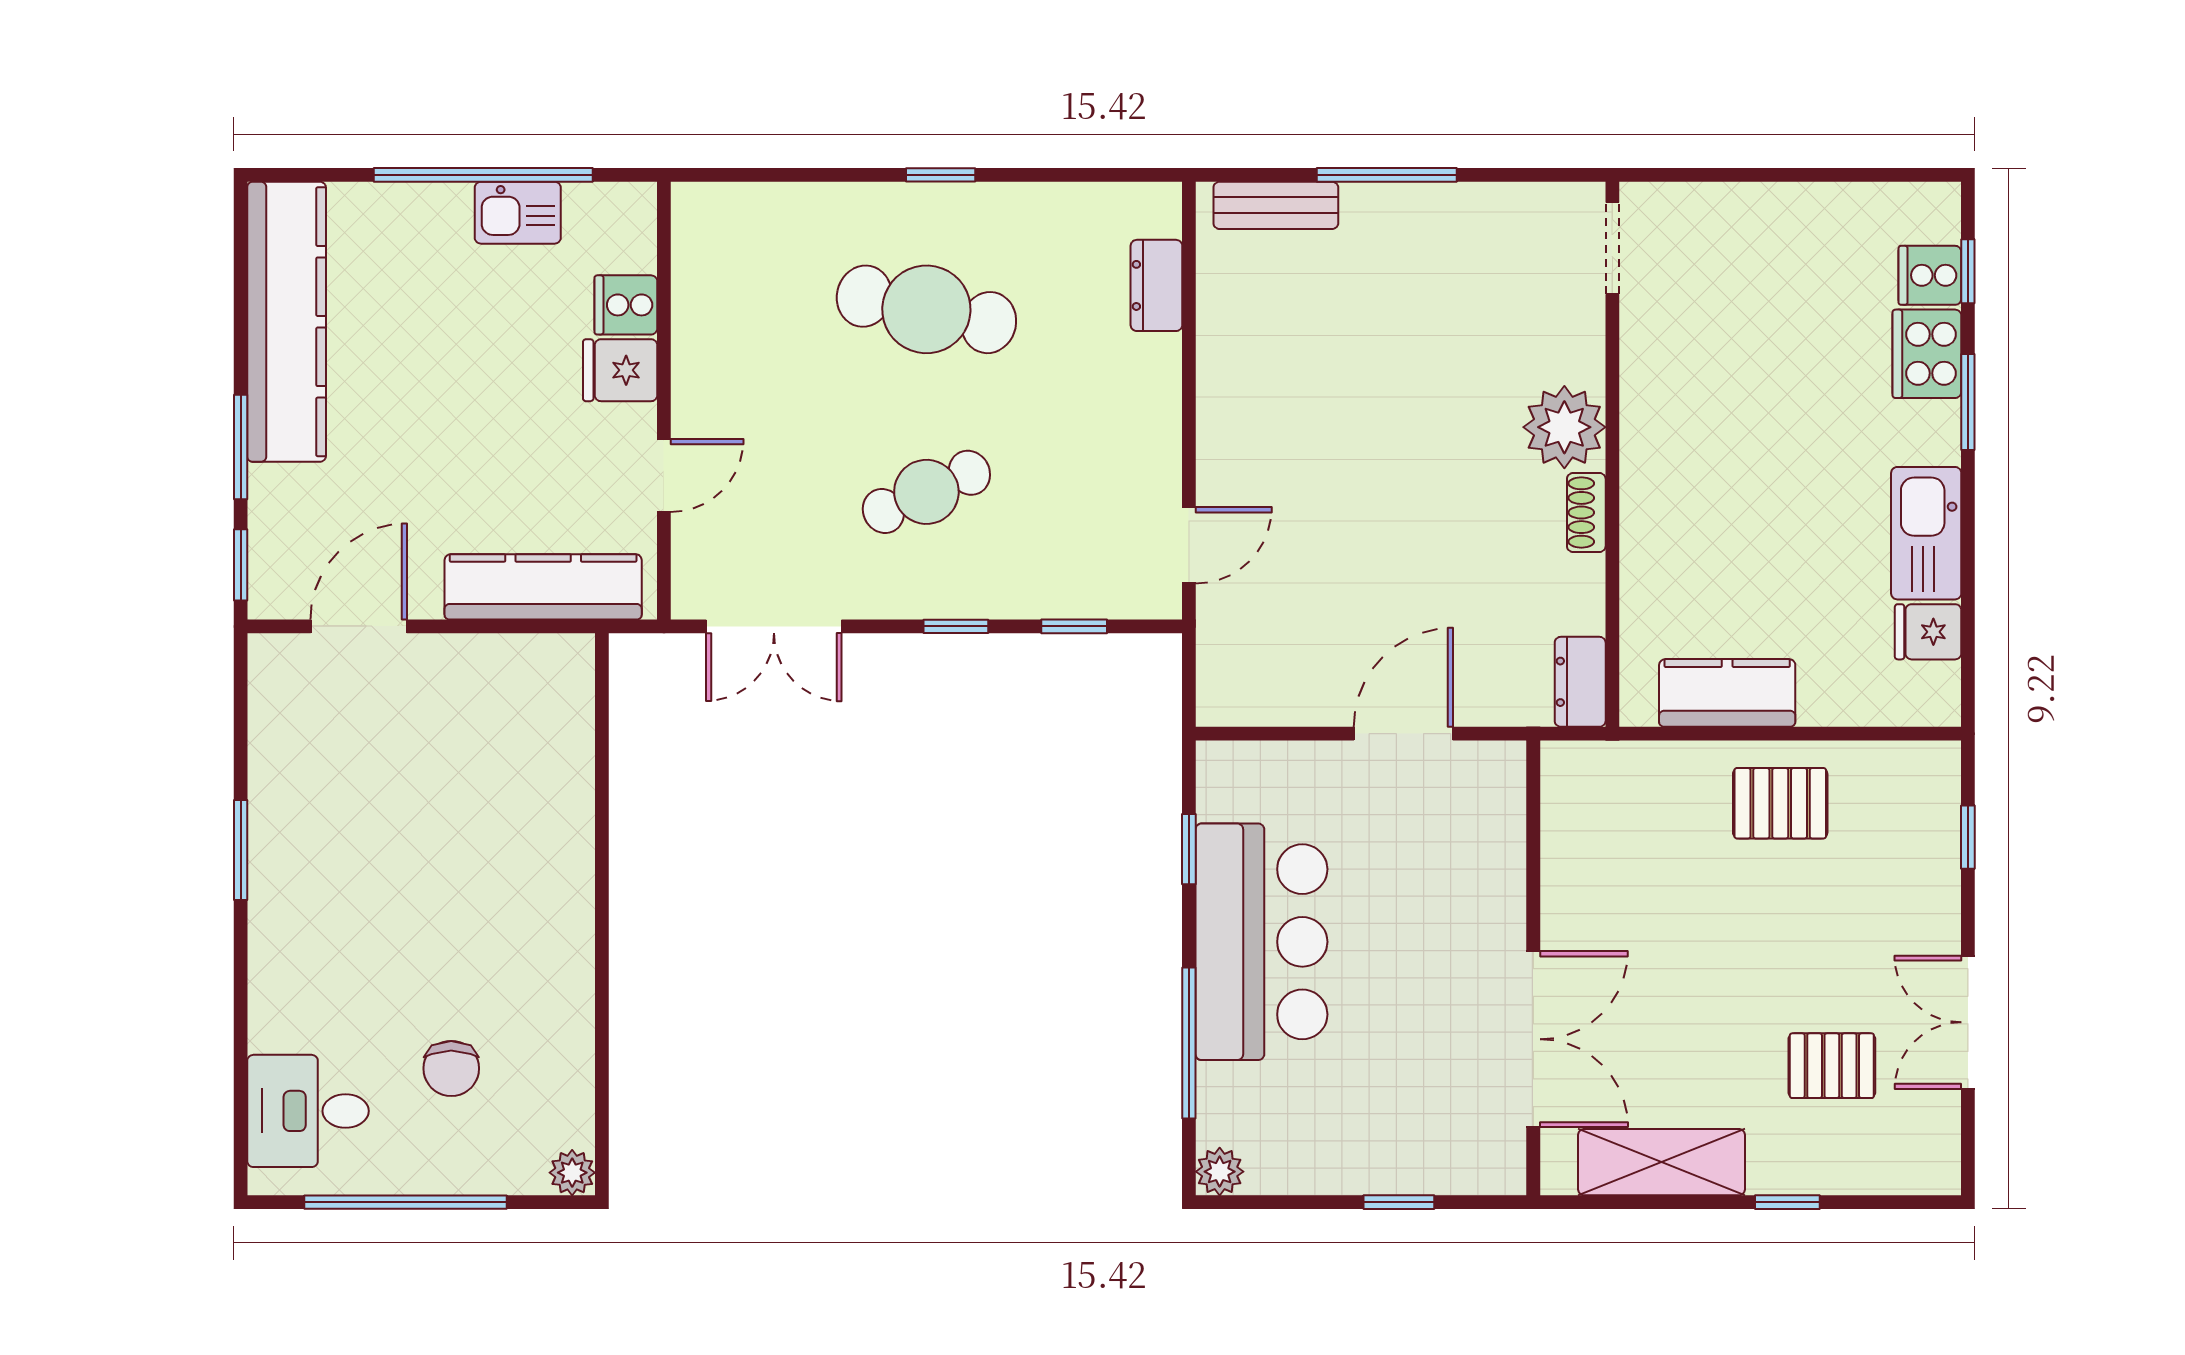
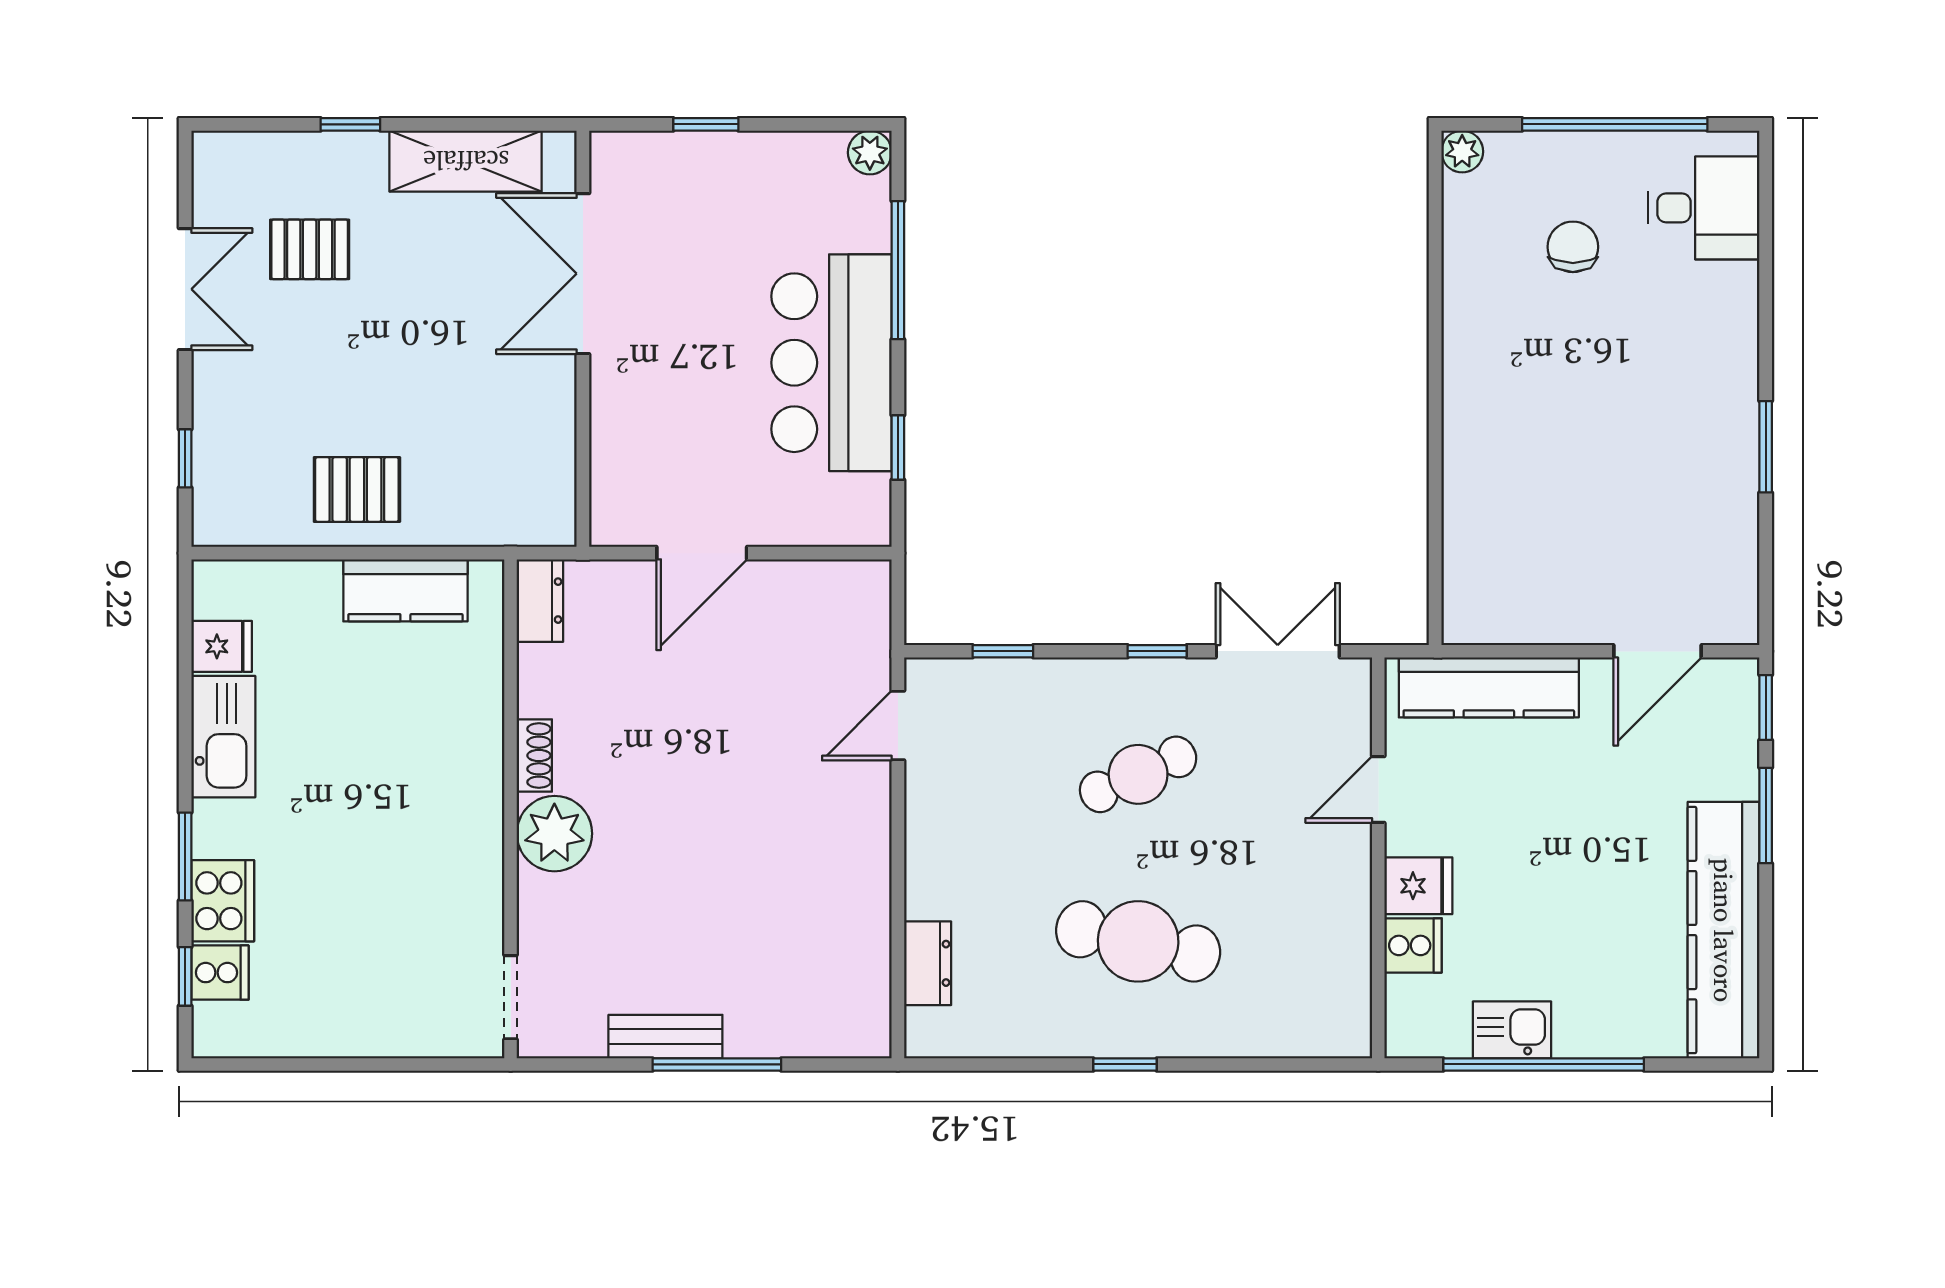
bench: (1276, 205) -> (665, 1037), moved
window: (956, 626) -> (1157, 651), moved

